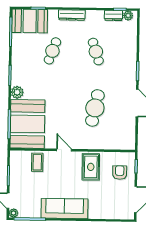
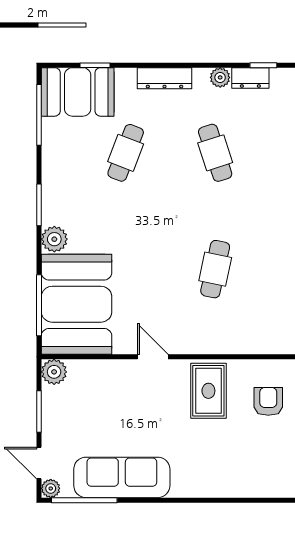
plant: (128, 16) -> (220, 77), moved
cafe table: (95, 108) -> (215, 269), width x0.73, depth x0.74
plant: (16, 157) -> (54, 372), added
coffee table: (37, 162) -> (98, 383), removed
sofa: (65, 209) -> (122, 477), moved

